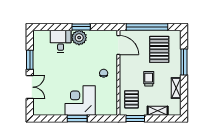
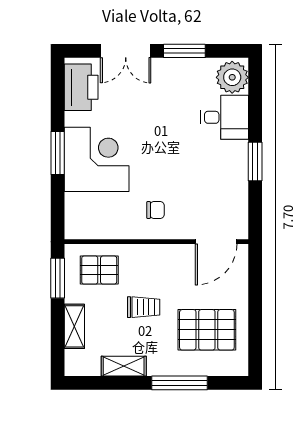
window: (147, 27) -> (255, 303), removed
plant: (79, 38) -> (232, 77), moved
printer: (47, 108) -> (81, 87), added

